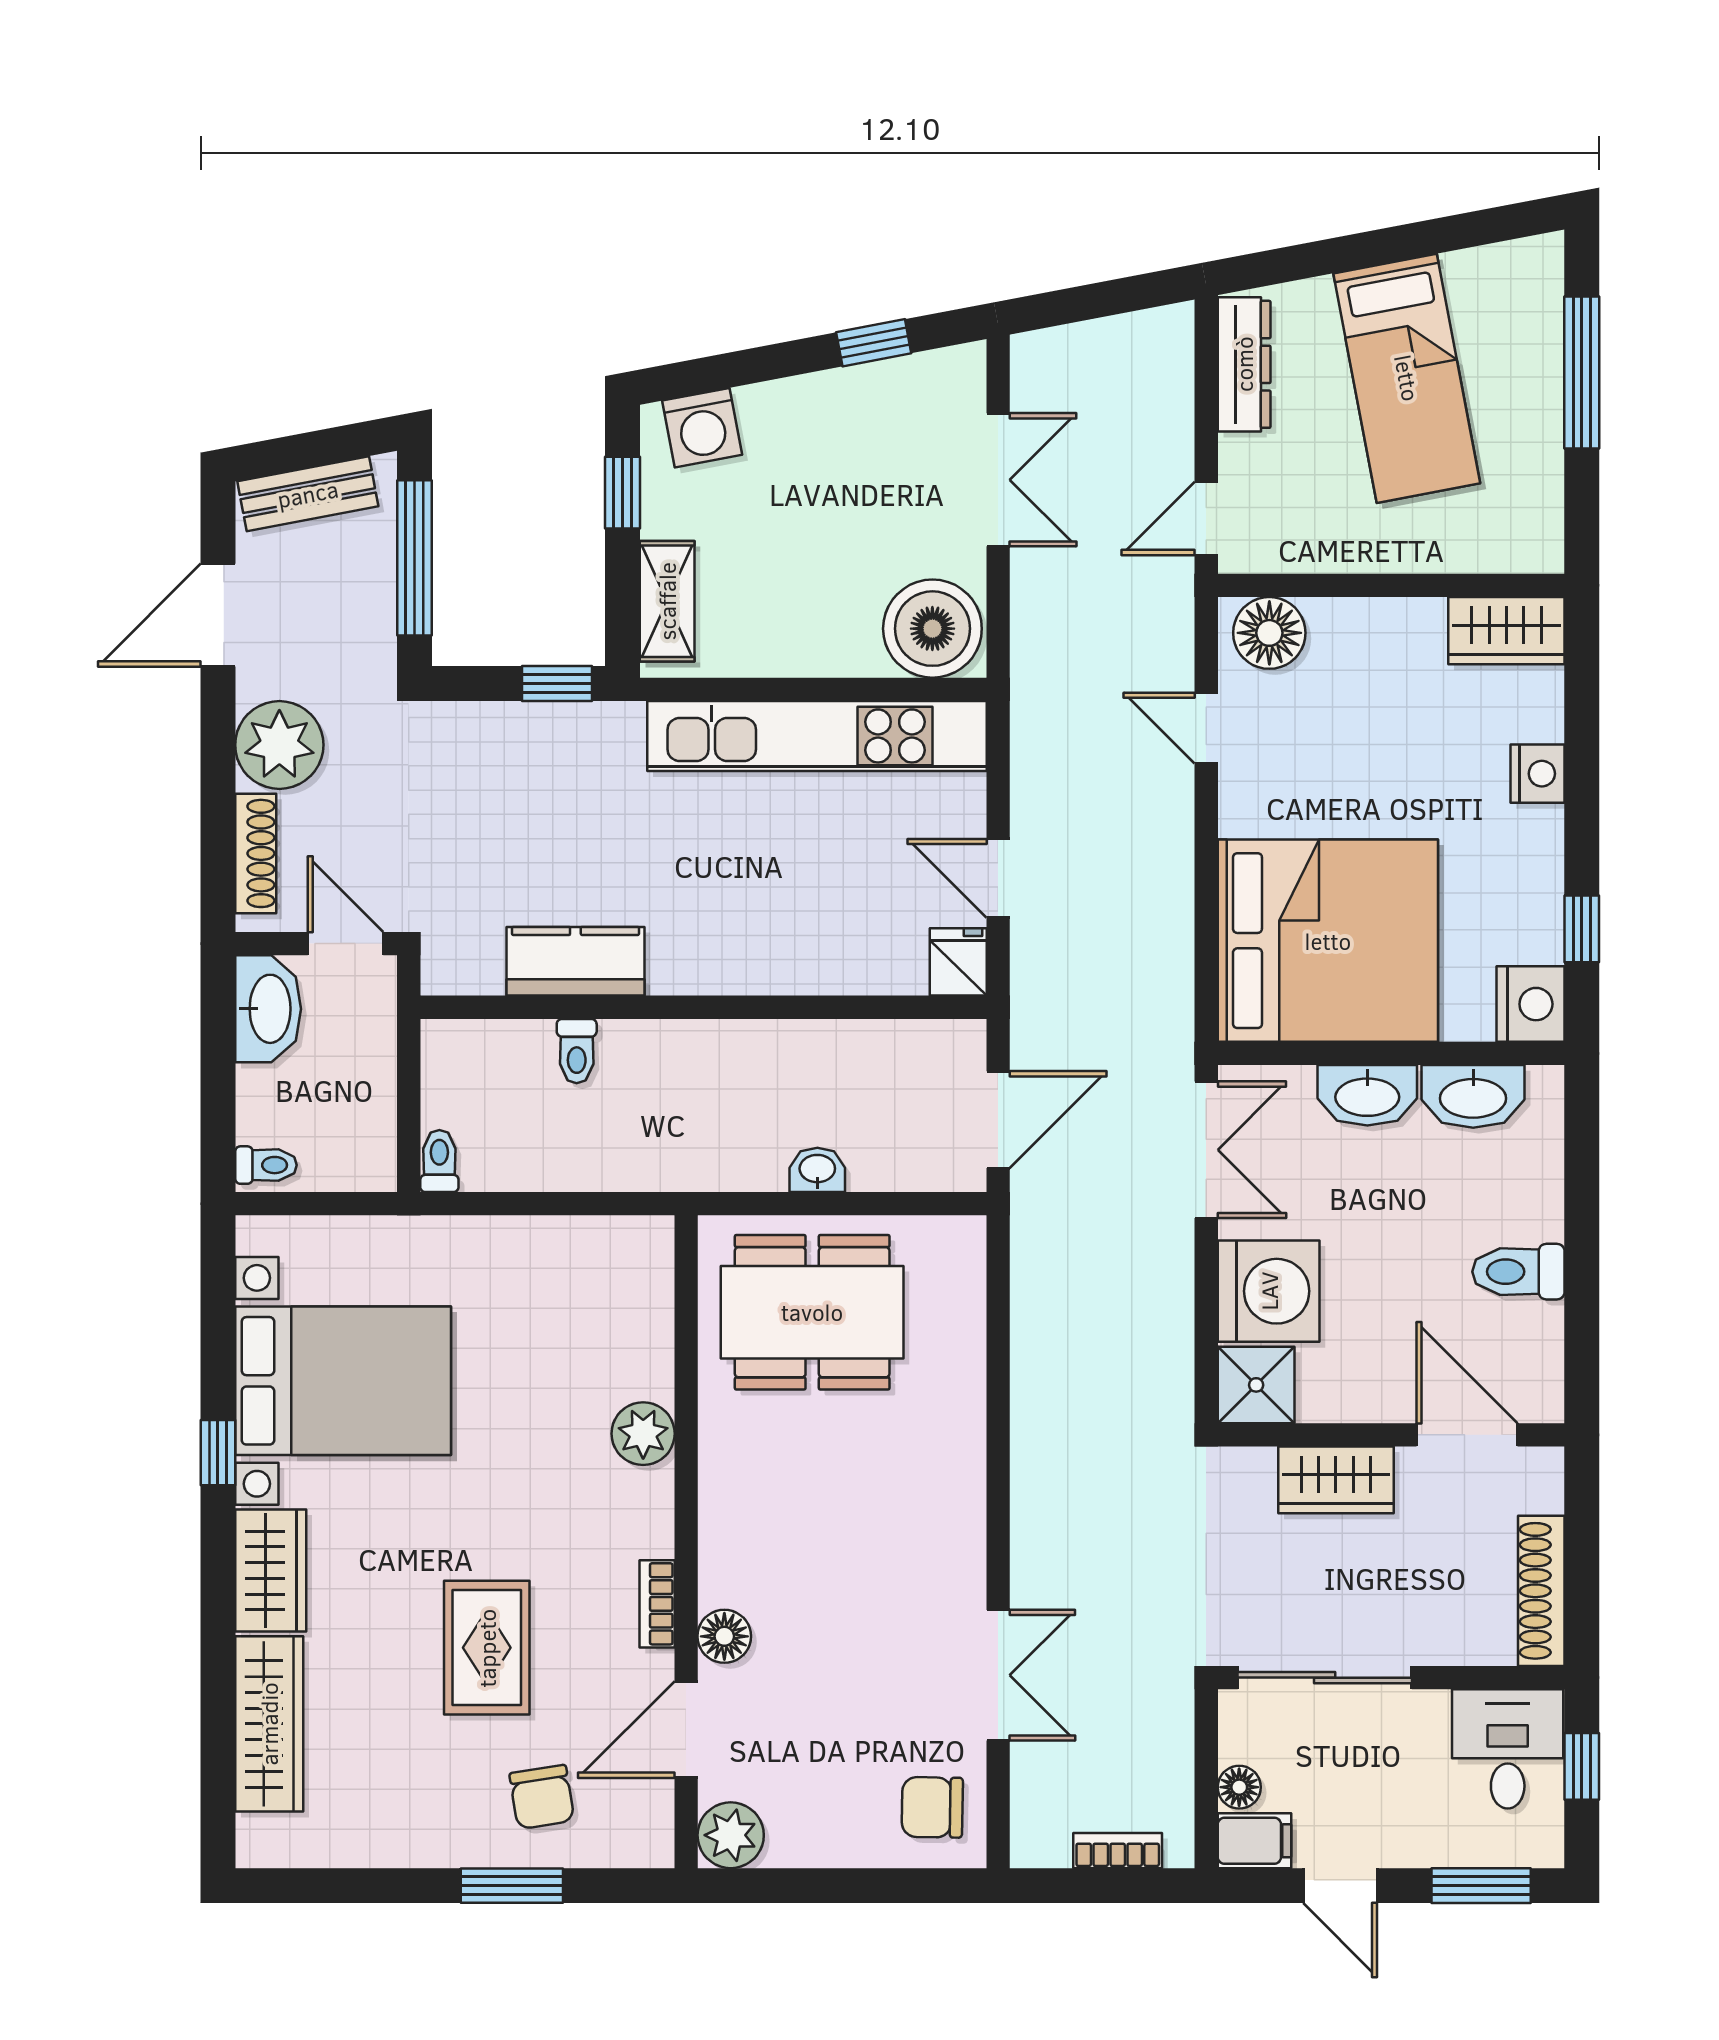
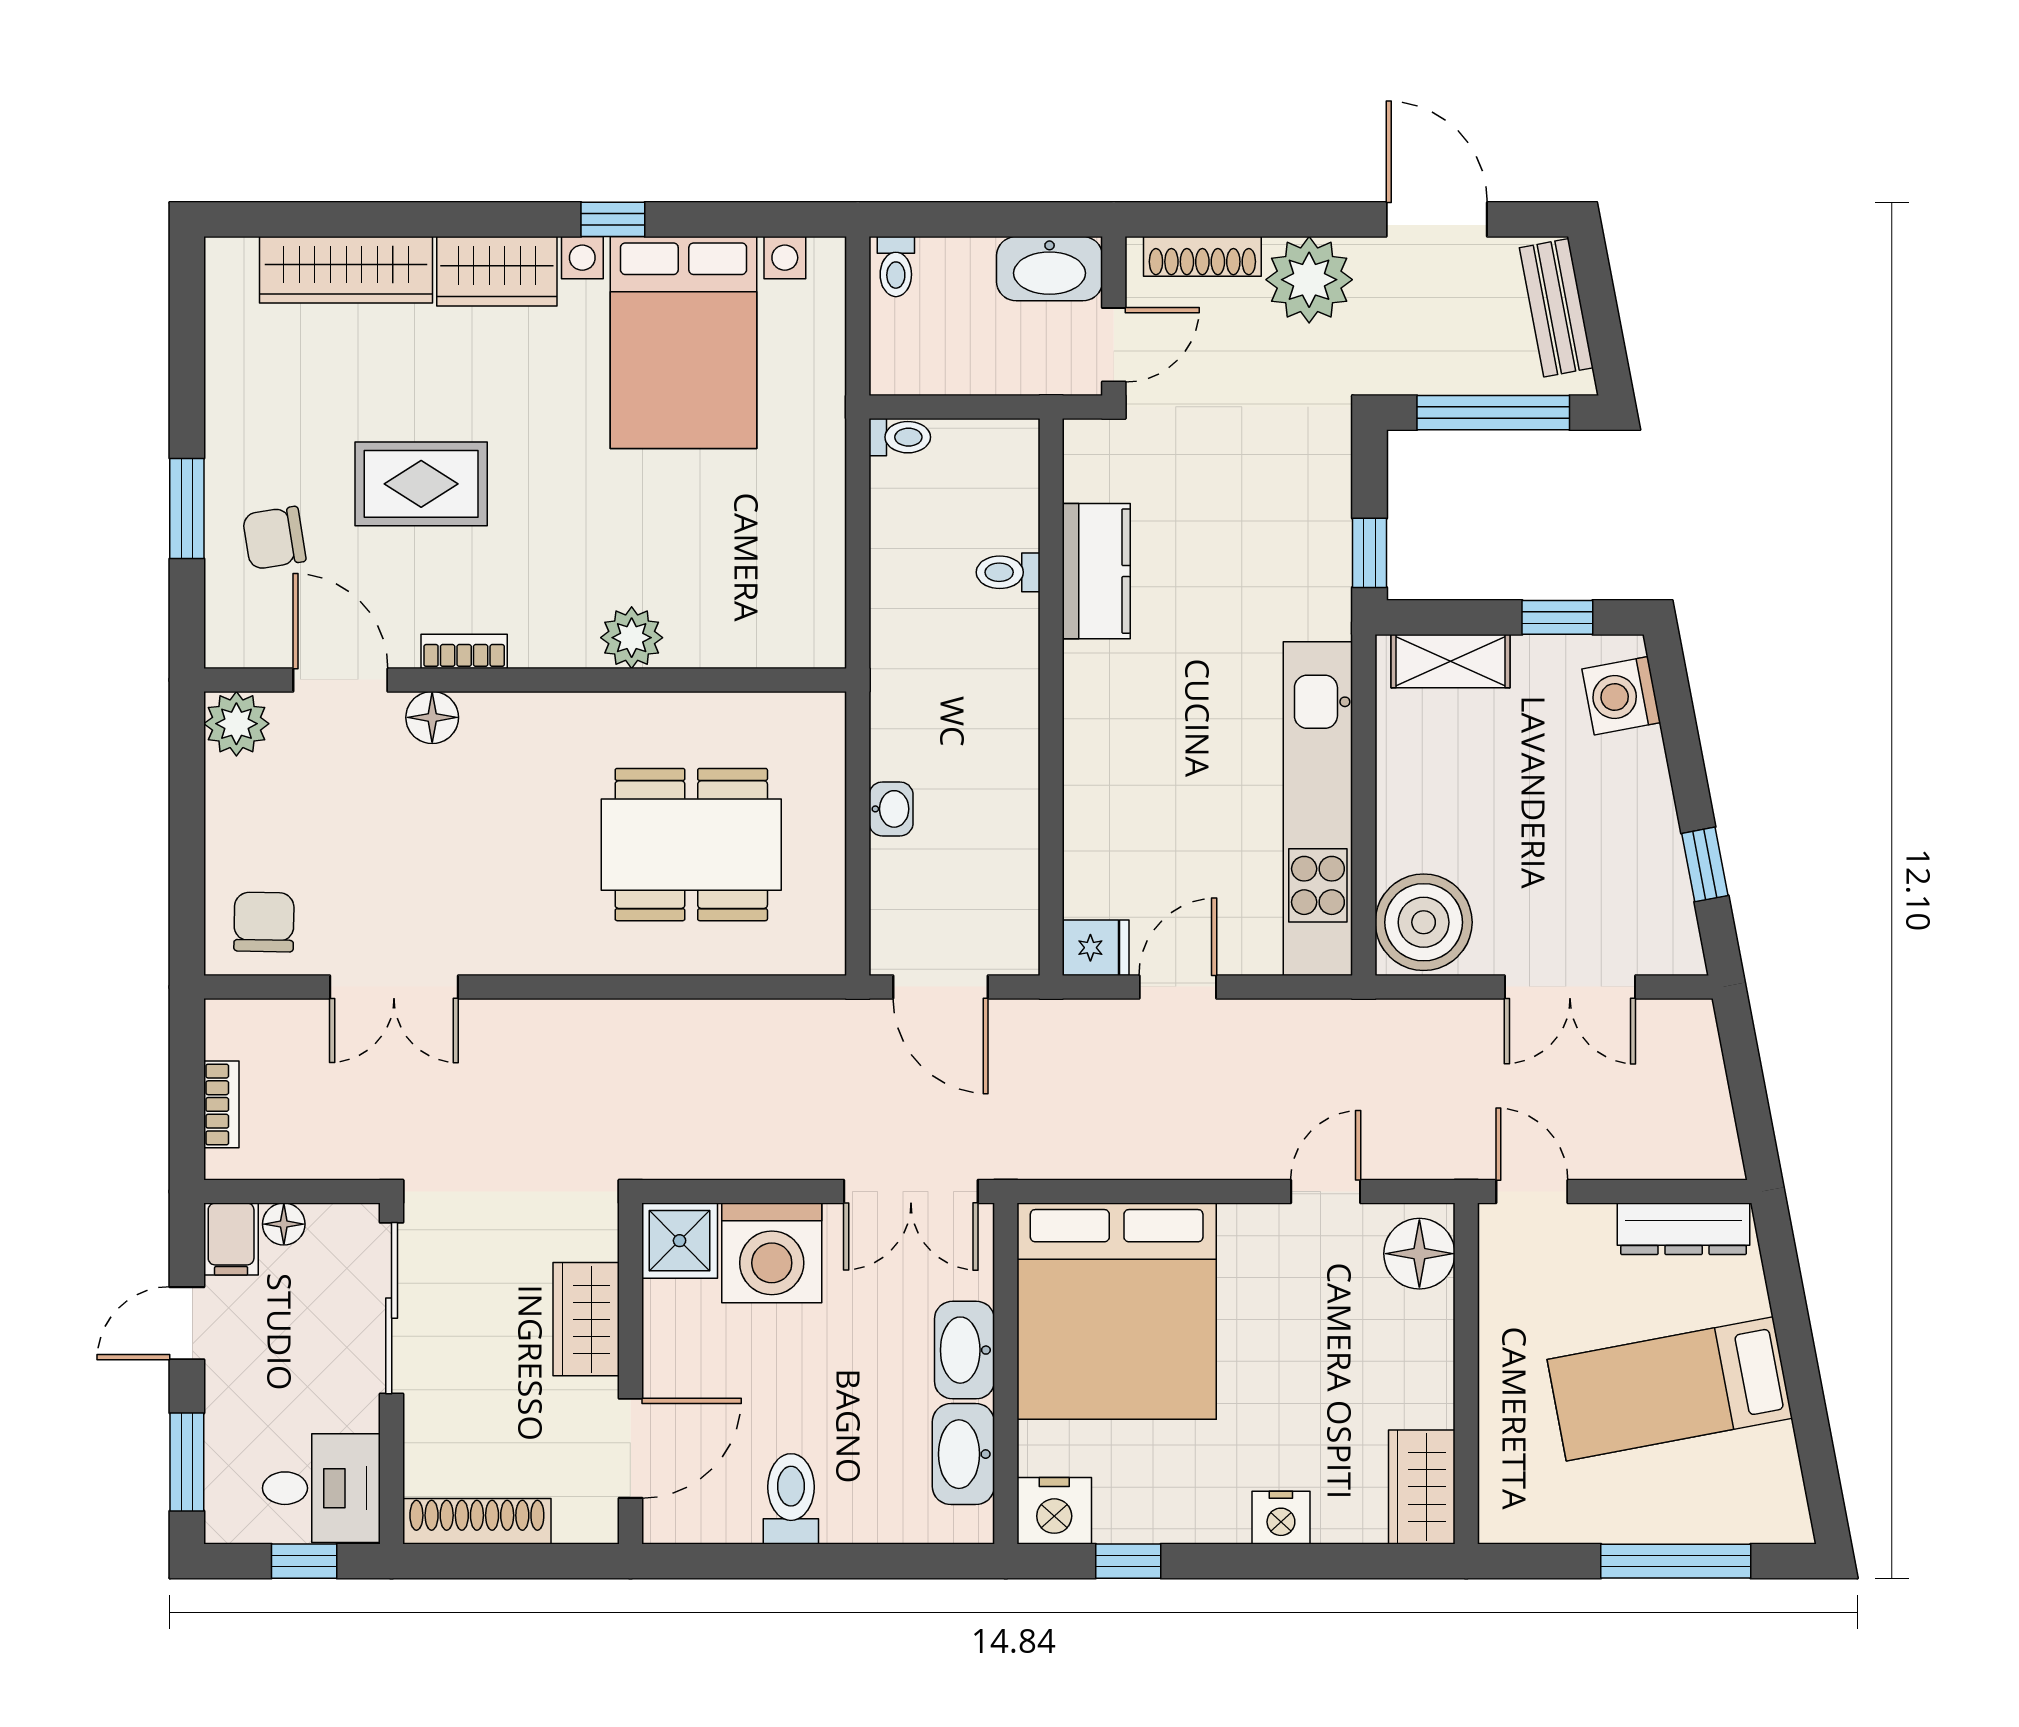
dining table: (812, 1312) -> (691, 845), moved, turned 90

